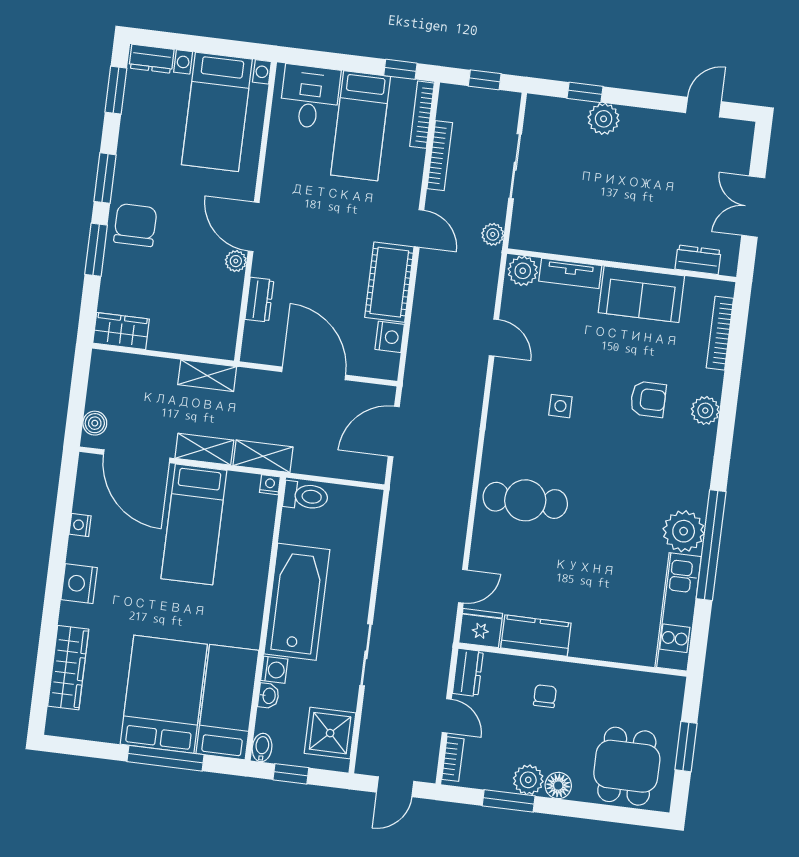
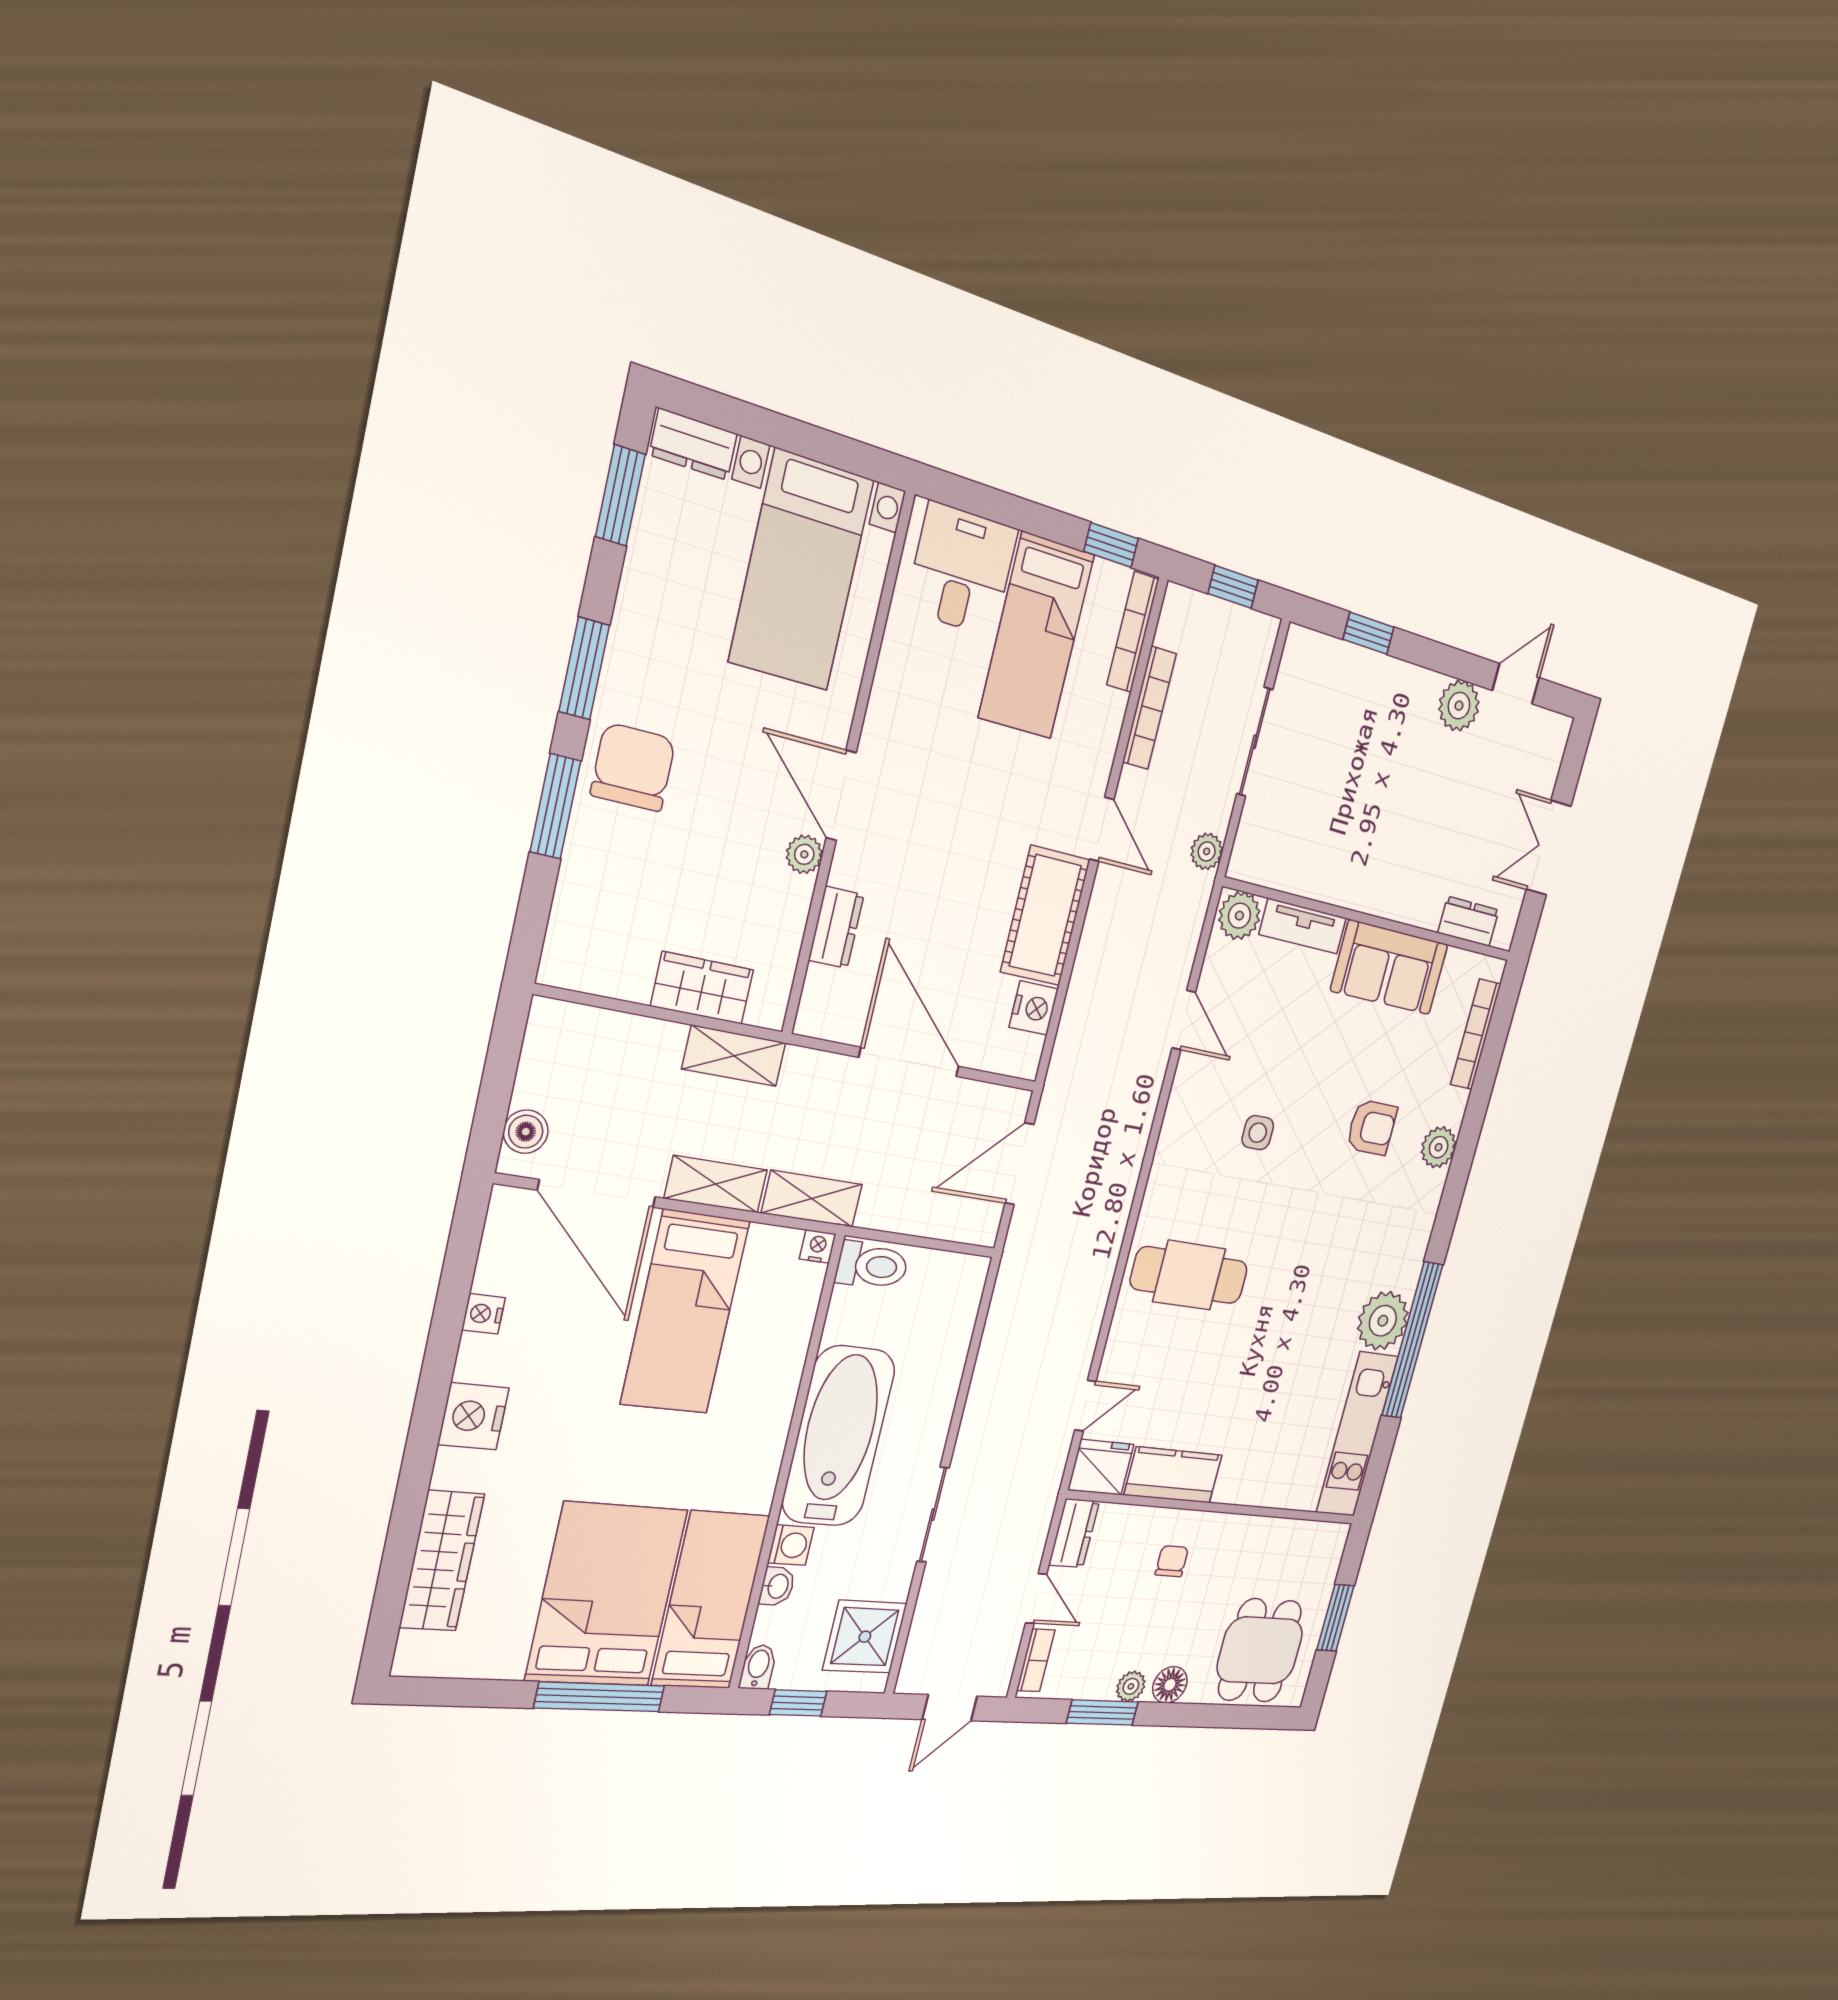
plant: (604, 119) -> (1459, 706), moved
wardrobe: (121, 331) -> (702, 988), moved
plant: (528, 780) -> (1131, 1686), width x0.73, depth x0.73

